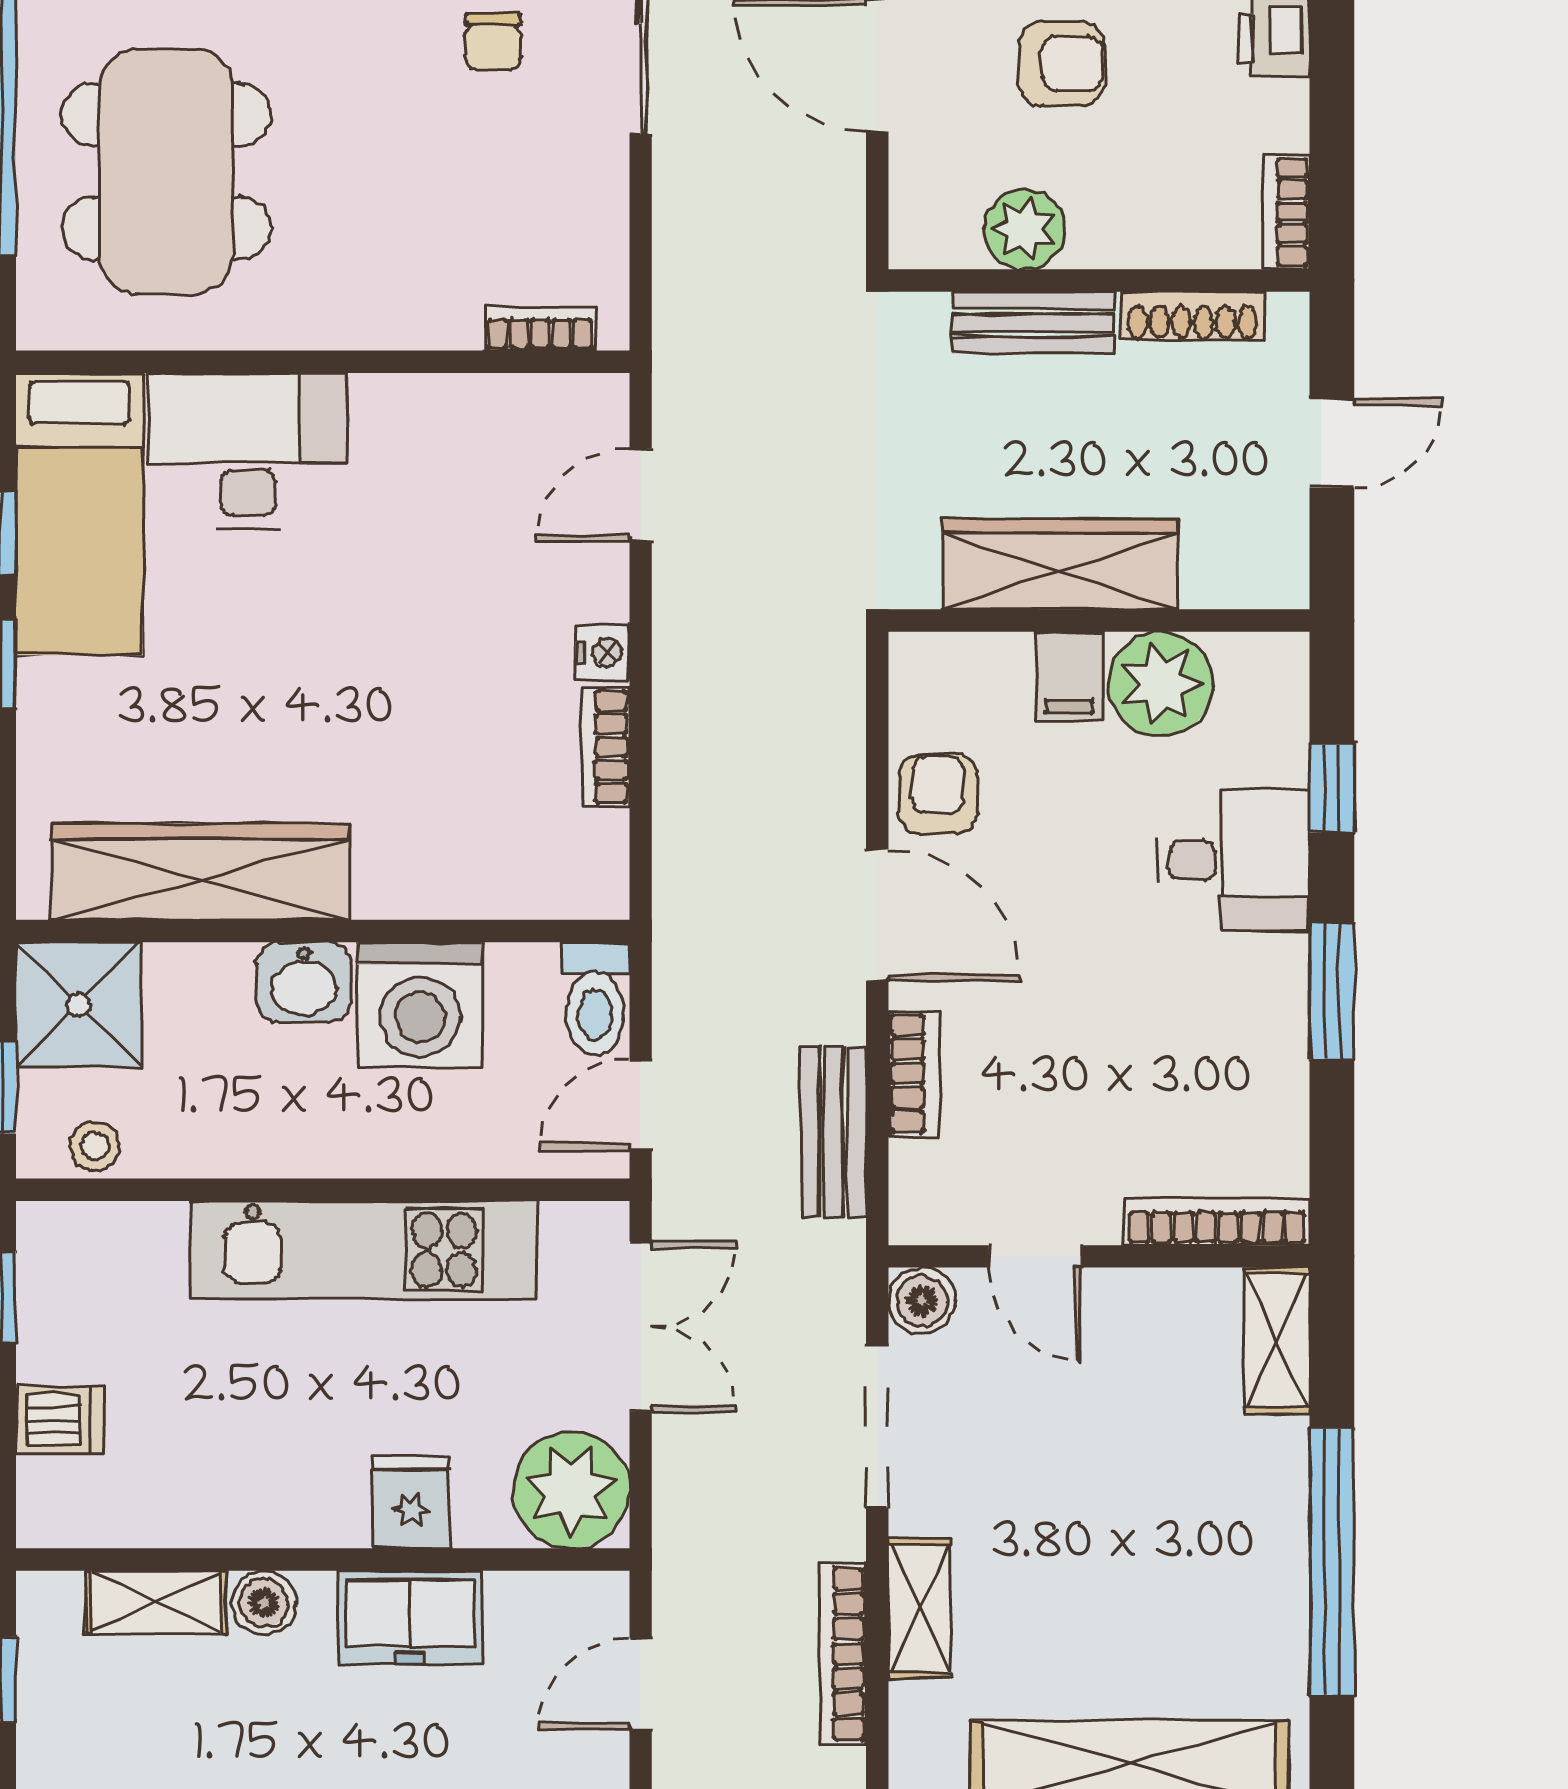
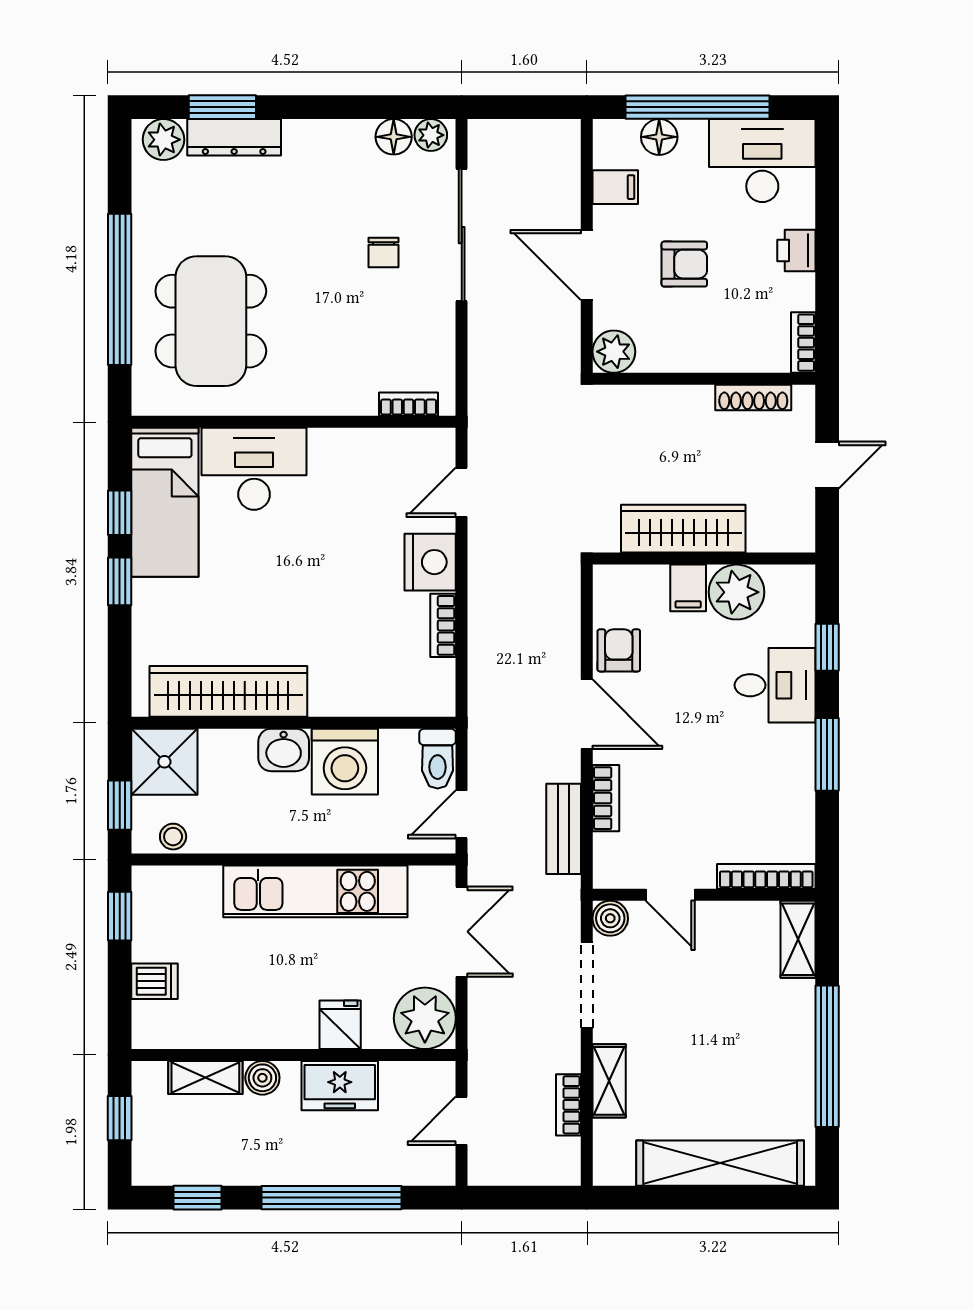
plant: (1024, 229) -> (614, 352), moved
bench: (1033, 323) -> (669, 401), removed
nightstand: (603, 652) -> (430, 562), width x1.89, depth x1.79
bookcase: (843, 1654) -> (568, 1105), width x0.64

